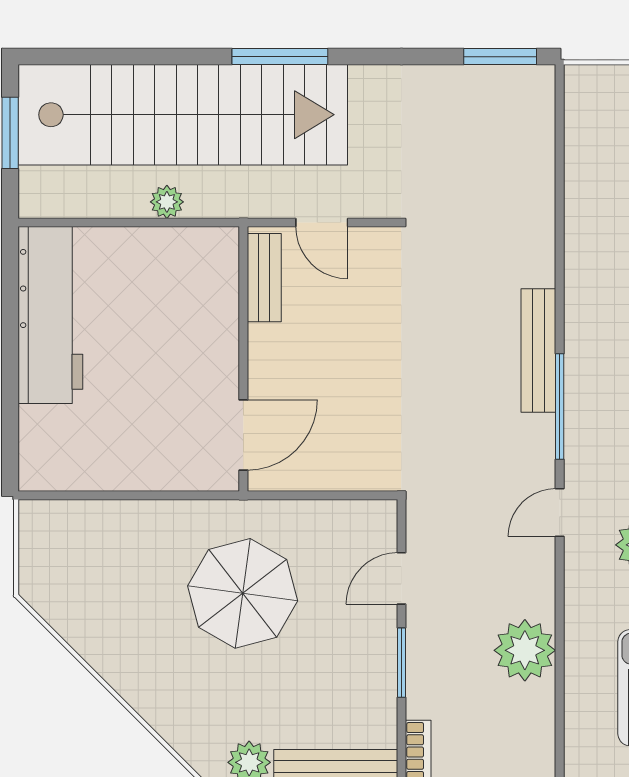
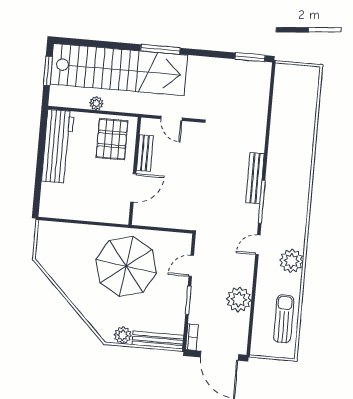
plant: (167, 202) -> (96, 103), moved
bench: (264, 278) -> (145, 153), moved
pallet: (181, 286) -> (112, 139), added
door: (243, 435) -> (133, 188), moved
parasol: (243, 593) -> (126, 266), width x1.36, depth x1.36

